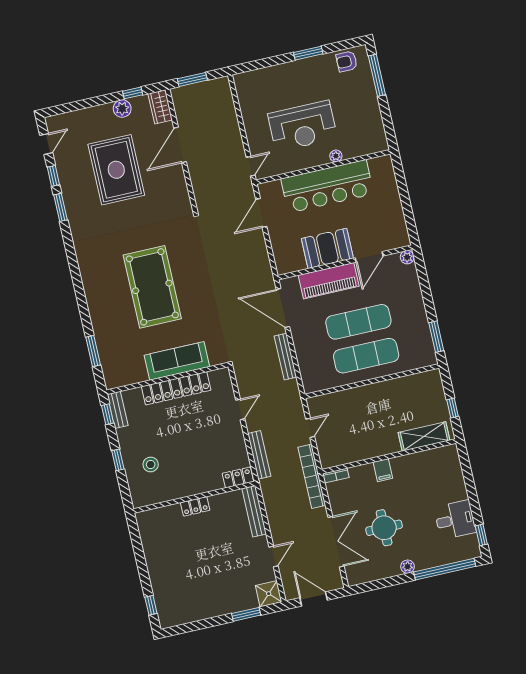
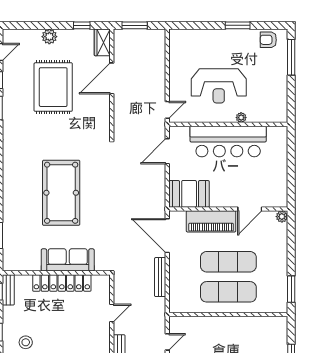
plant: (122, 109) -> (49, 37), moved
booth: (327, 248) -> (189, 194), moved

